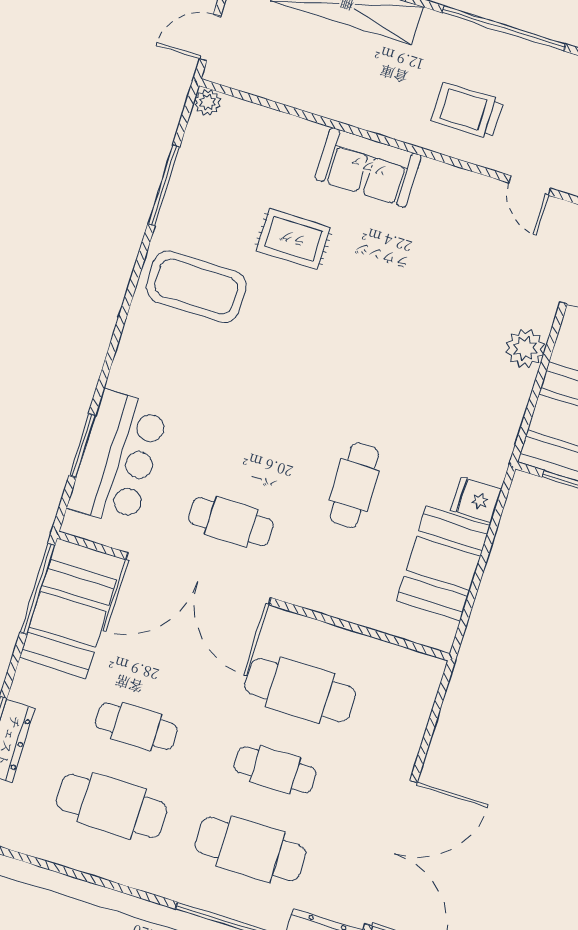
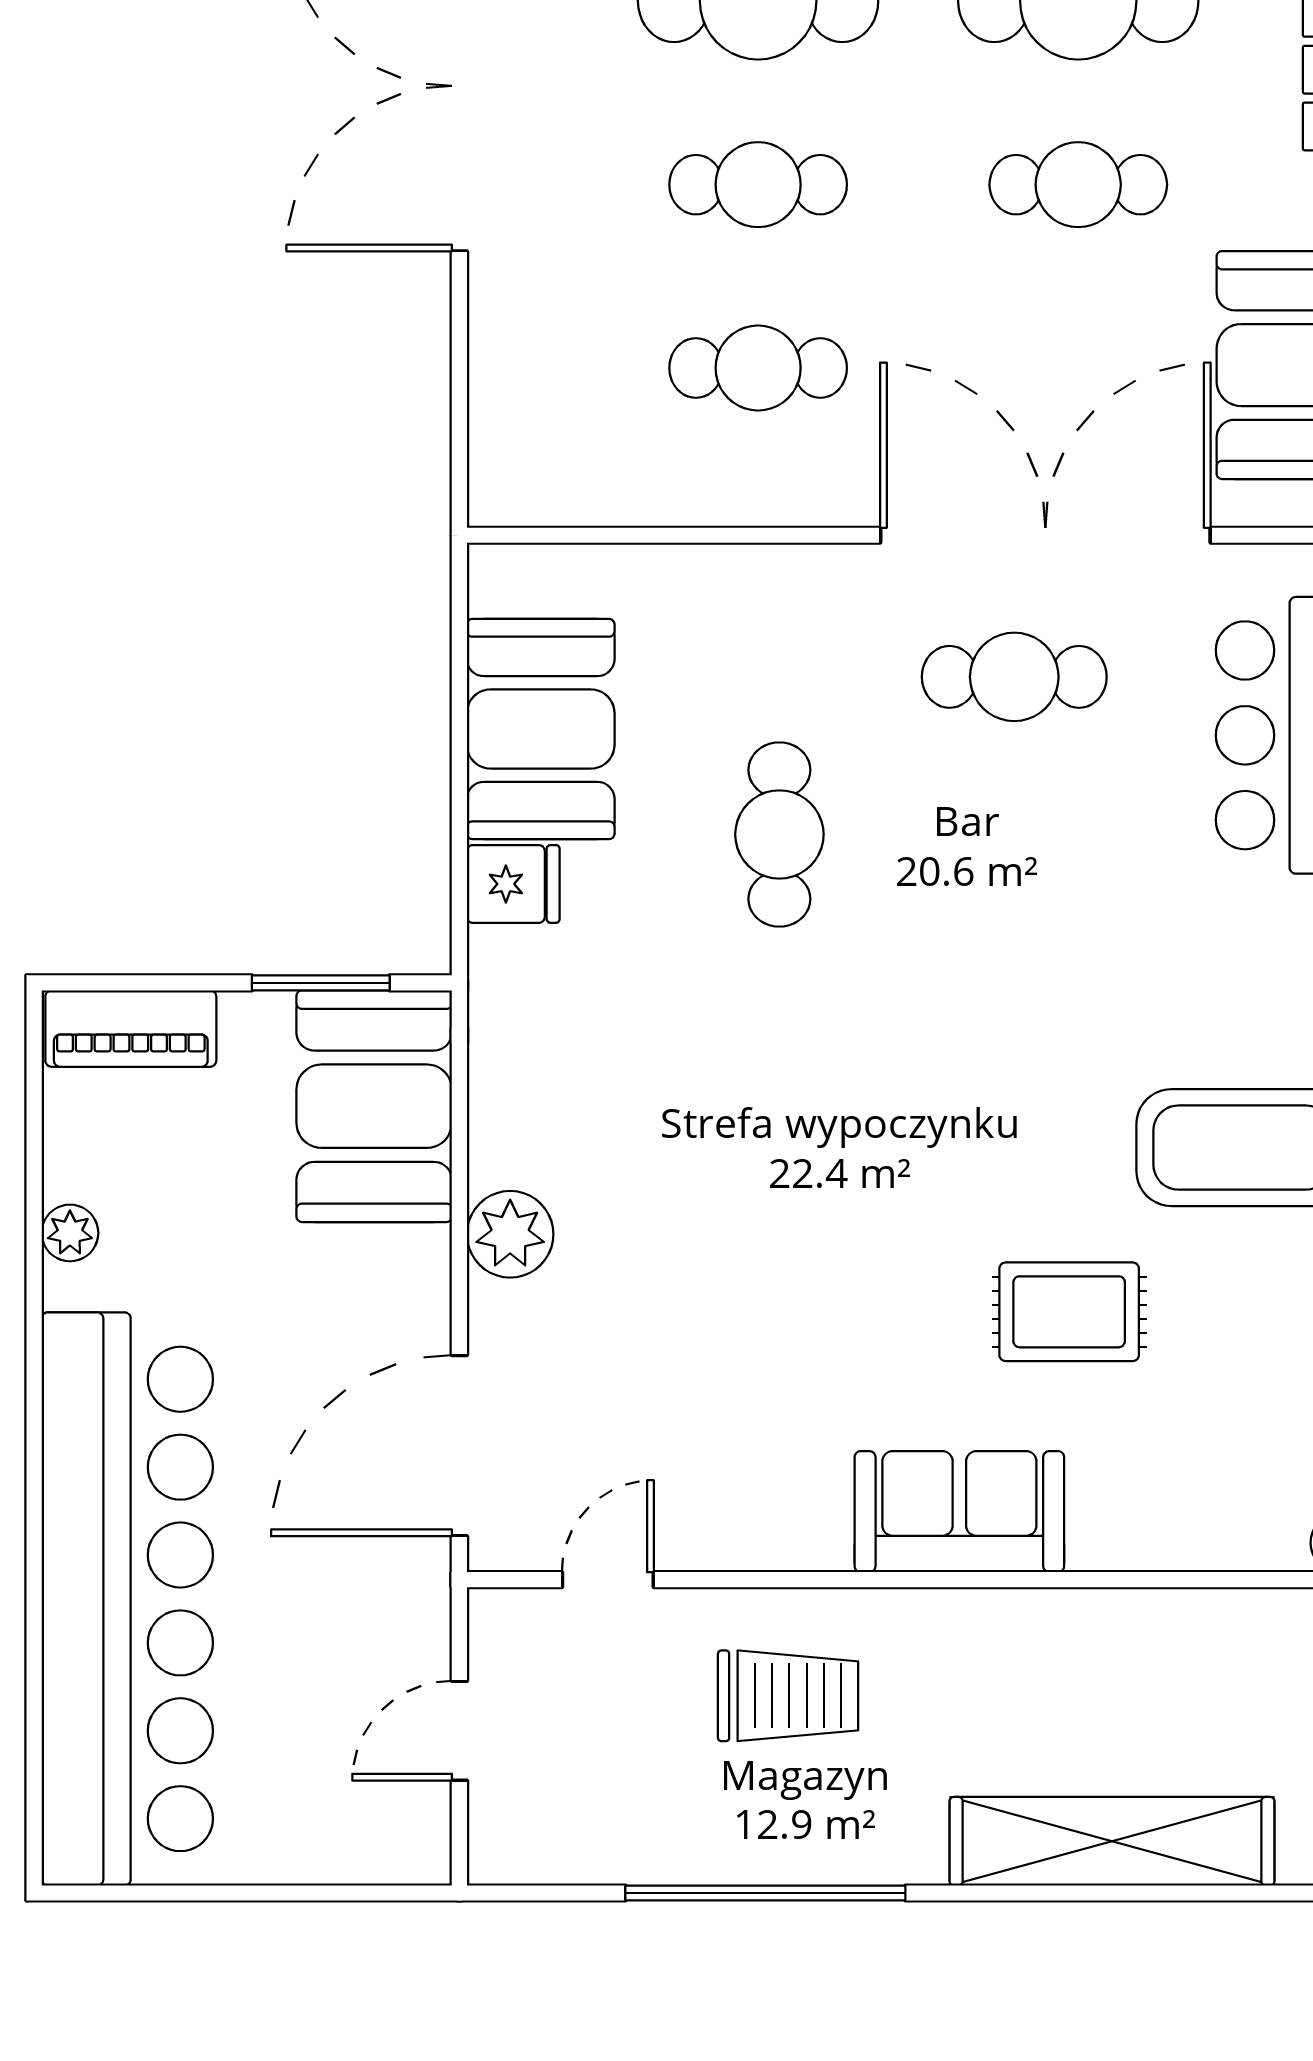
door: (530, 186) -> (608, 1580), hinge flipped
cafe table: (300, 690) -> (758, 368), width x0.73, depth x0.74

